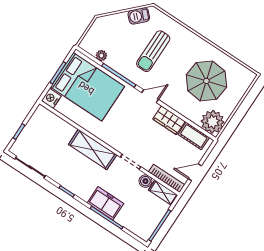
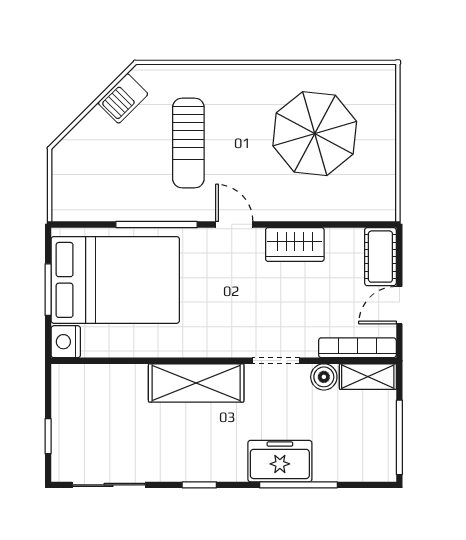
plant: (101, 56) -> (104, 210), removed
door: (150, 96) -> (234, 224), hinge flipped
plant: (213, 122) -> (372, 197), removed
cot: (194, 136) -> (380, 257), moved, turned 90

